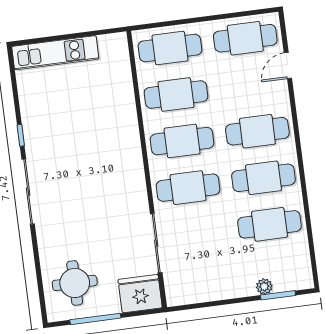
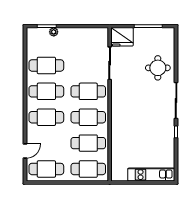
round table: (75, 283) -> (158, 68), moved

